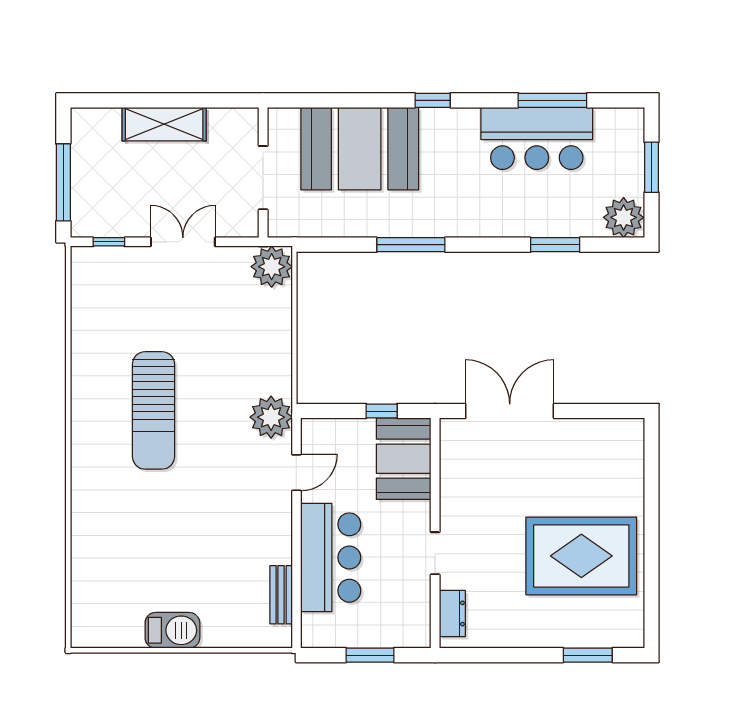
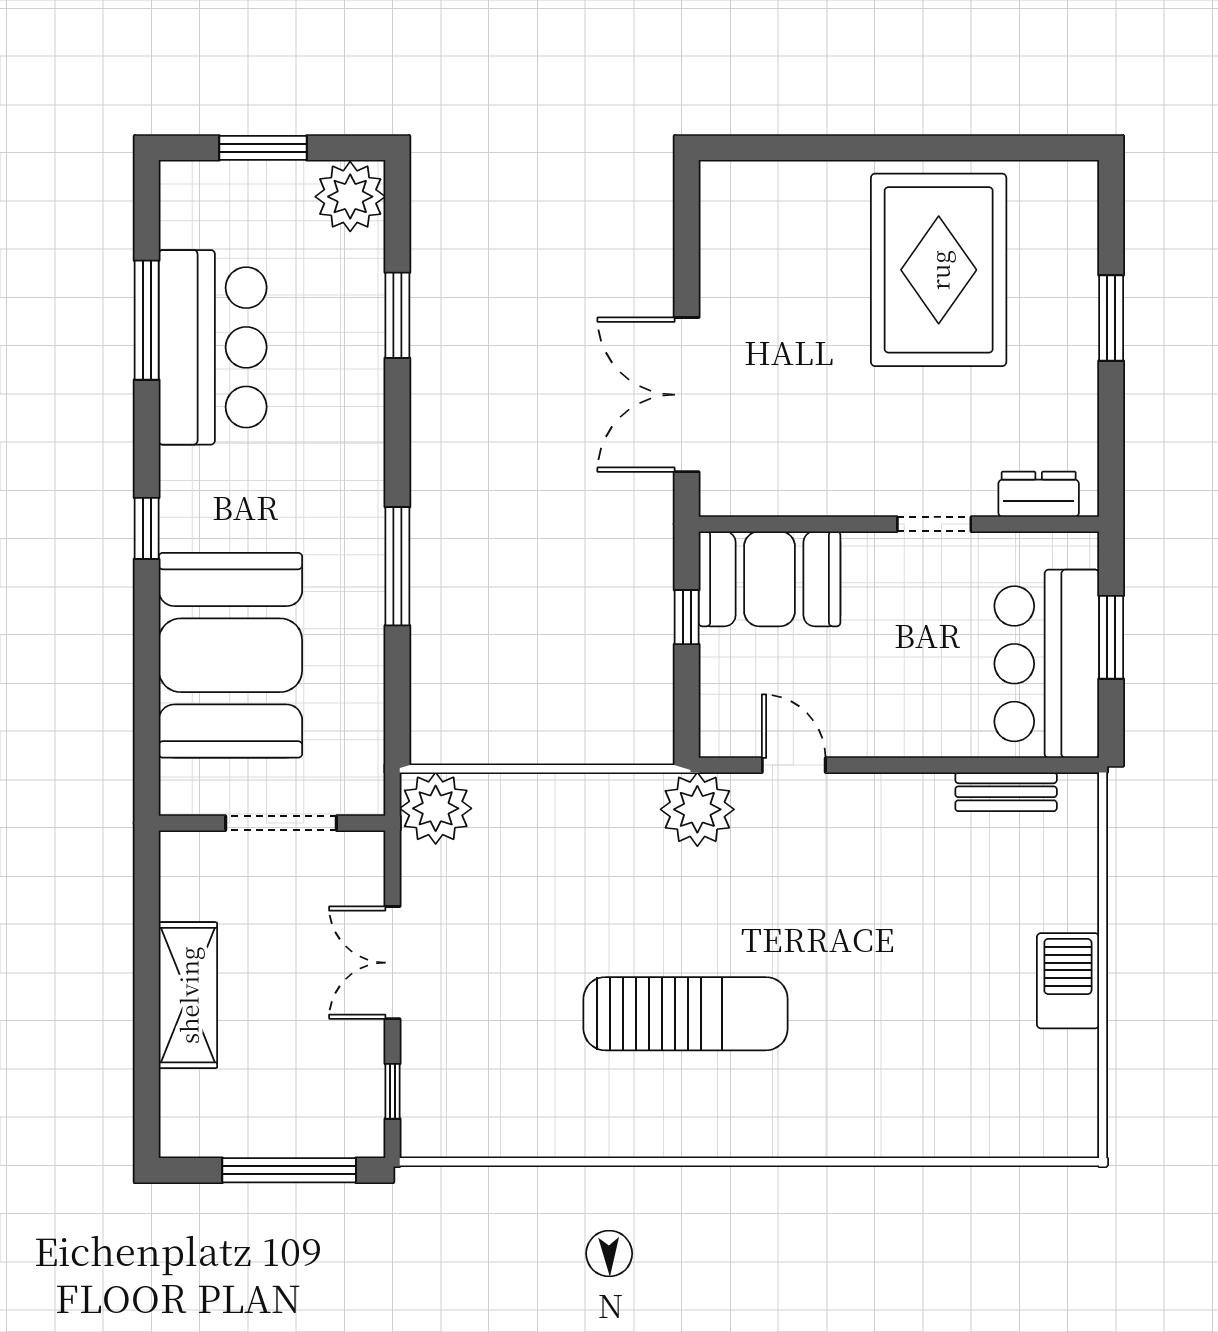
bar counter: (331, 558) -> (1047, 664), moved, turned -90
window: (588, 655) -> (1111, 318), moved

